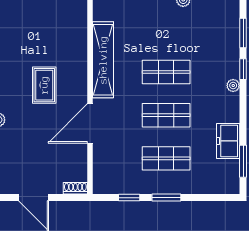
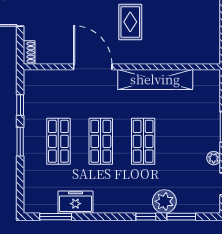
rug: (44, 85) -> (130, 22), turned 90
plant: (233, 85) -> (164, 201), moved, width x1.88, depth x1.88

